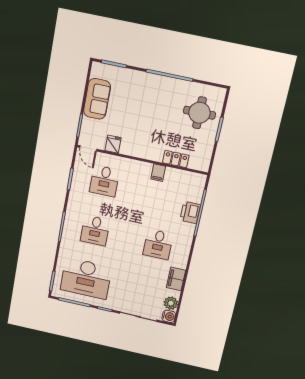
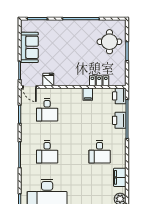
printer: (197, 183) -> (119, 96), added

